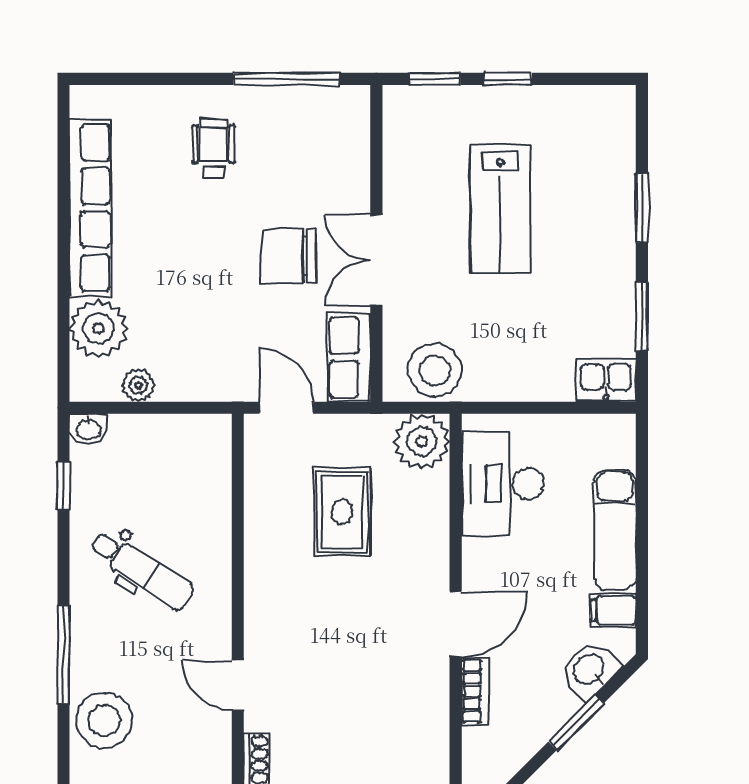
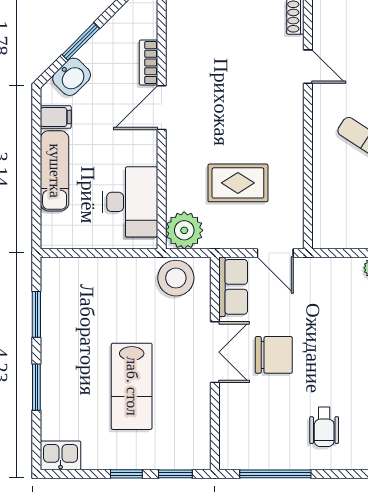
lab bench: (500, 209) -> (132, 386), turned 180
kitchen sink: (606, 380) -> (61, 455), moved, turned 180
rug: (342, 512) -> (238, 183), turned 90

